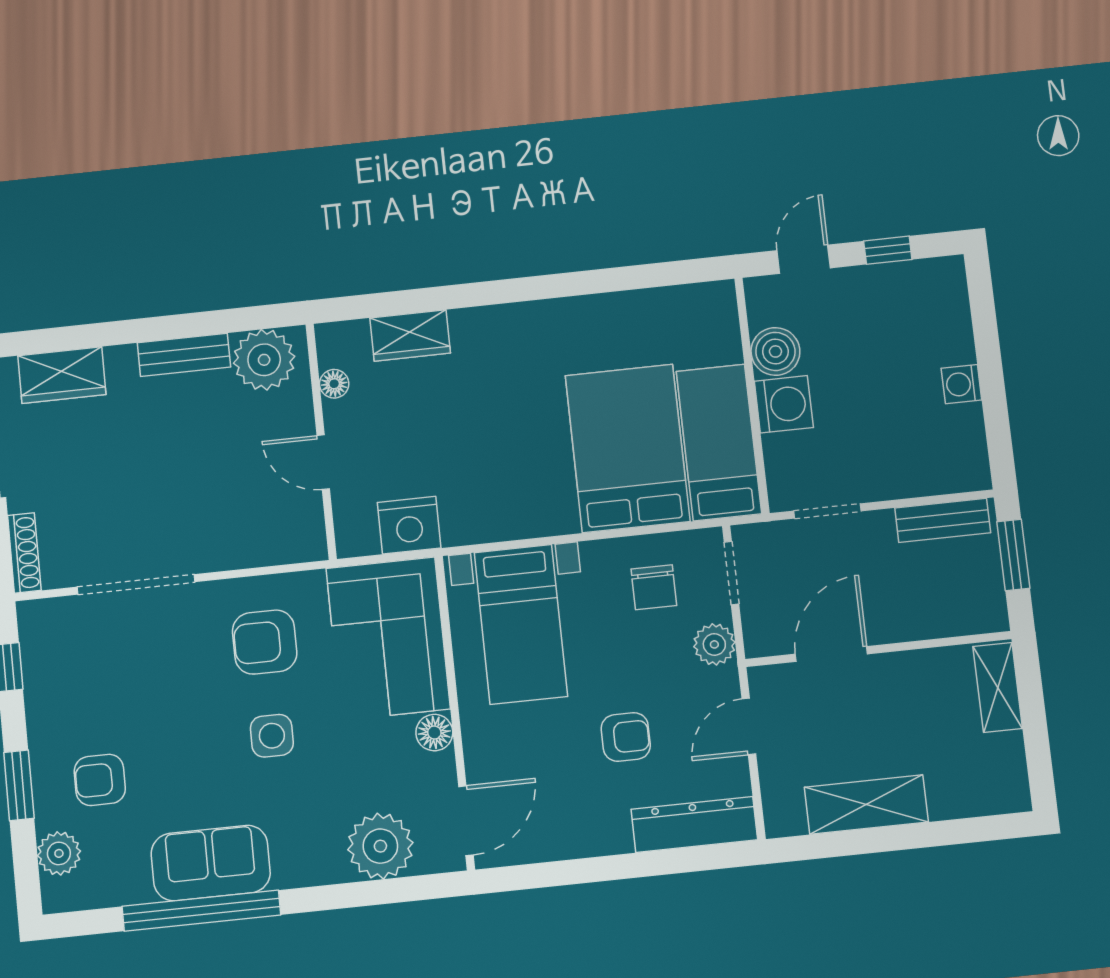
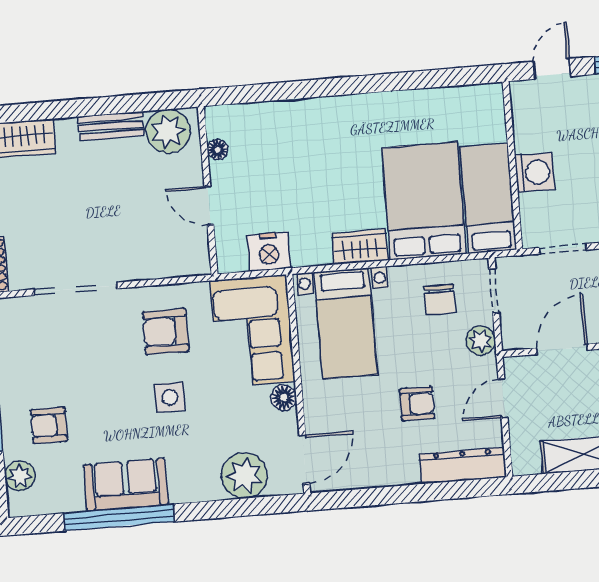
wardrobe: (410, 335) -> (360, 247), moved, turned 180
boiler: (775, 351) -> (530, 135), removed

